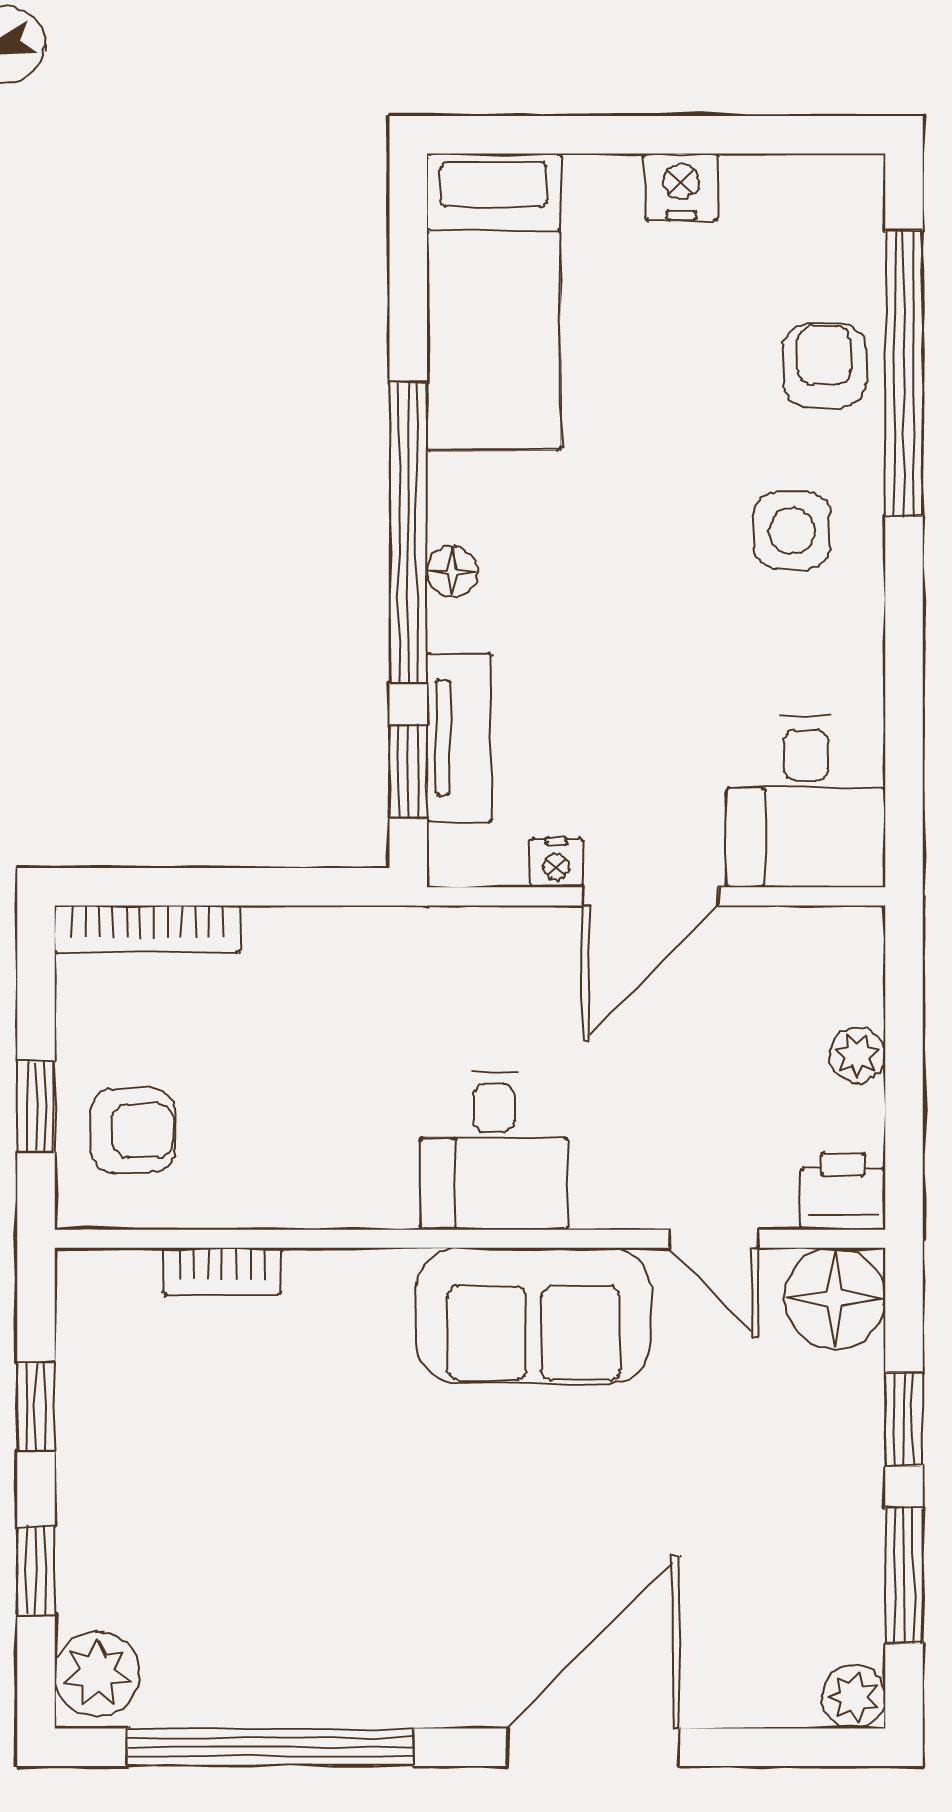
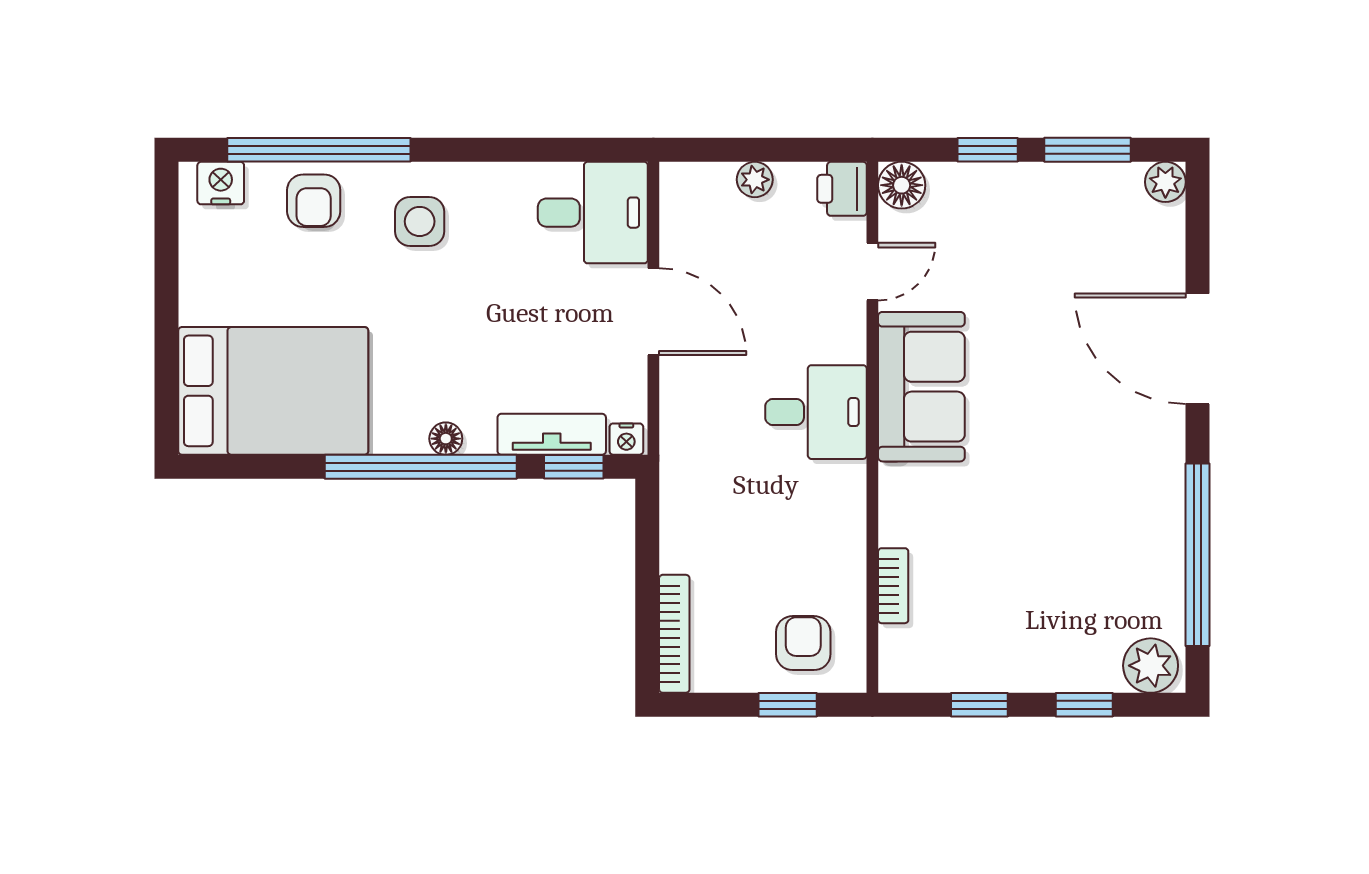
nightstand: (681, 187) -> (221, 183), moved, turned 90
bed: (494, 302) -> (273, 391), width x1.50
armchair: (824, 365) -> (314, 201), turned -90
nightstand: (556, 863) -> (626, 439), moved, turned 90
floor lamp: (835, 1298) -> (902, 185), width x0.73, depth x0.73

